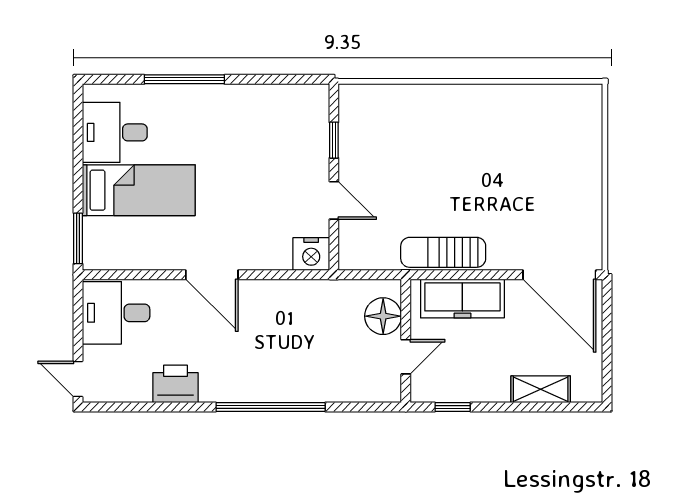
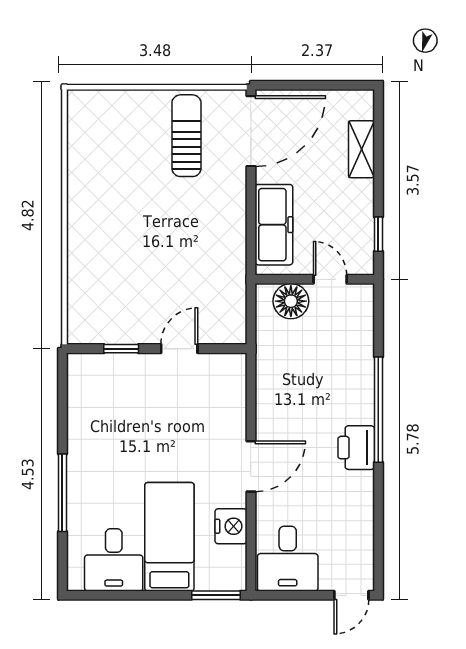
sun lounger: (443, 252) -> (186, 136), moved, turned 180
nightstand: (311, 254) -> (231, 526), moved
printer: (175, 384) -> (356, 448), moved

